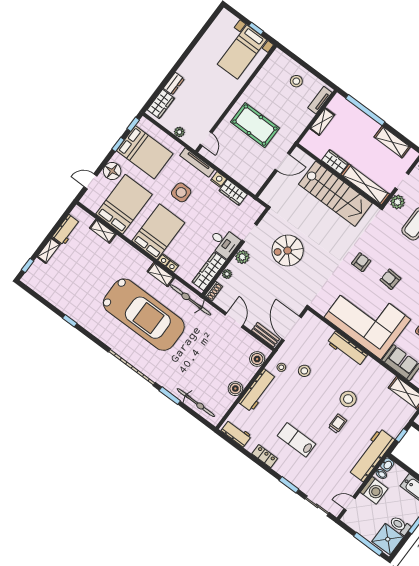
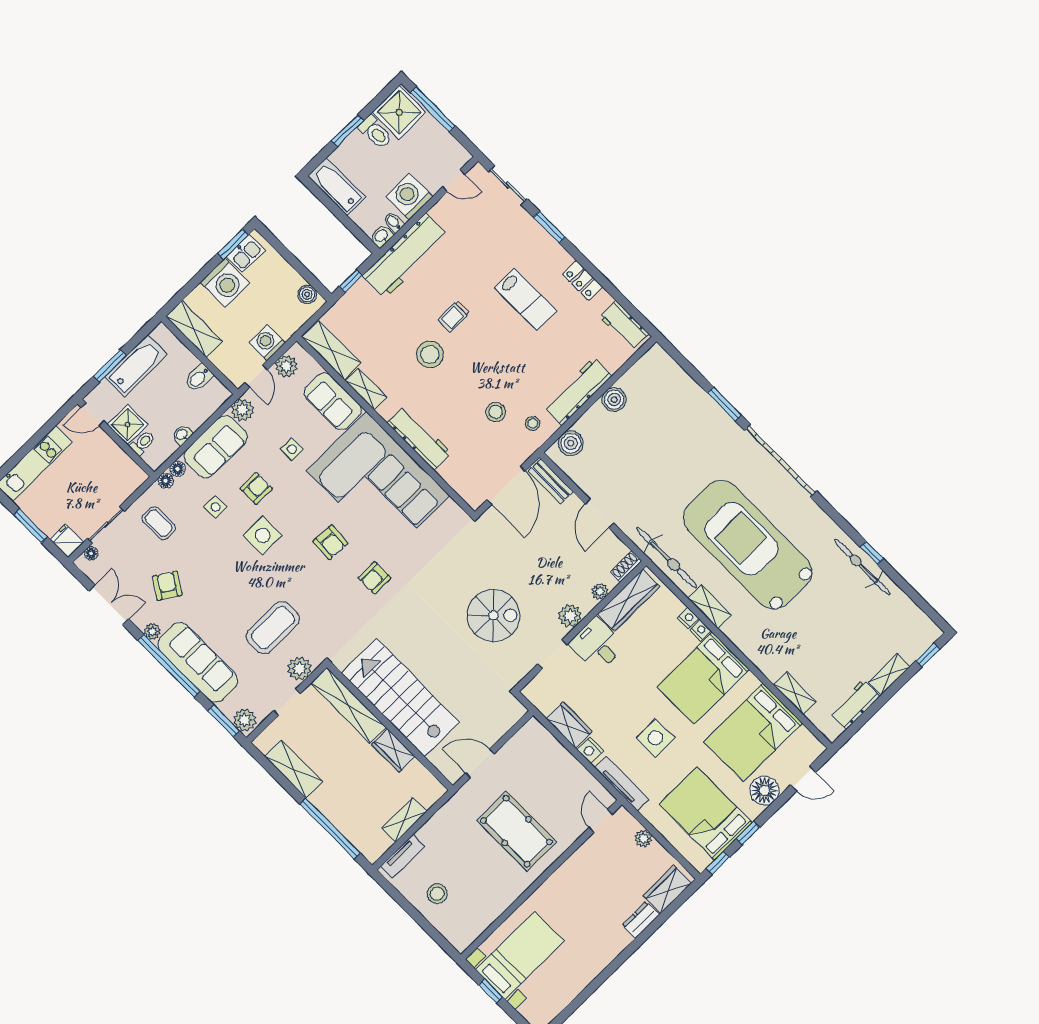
shelving: (383, 373) -> (366, 389), added
bicycle: (196, 403) -> (862, 567), moved

